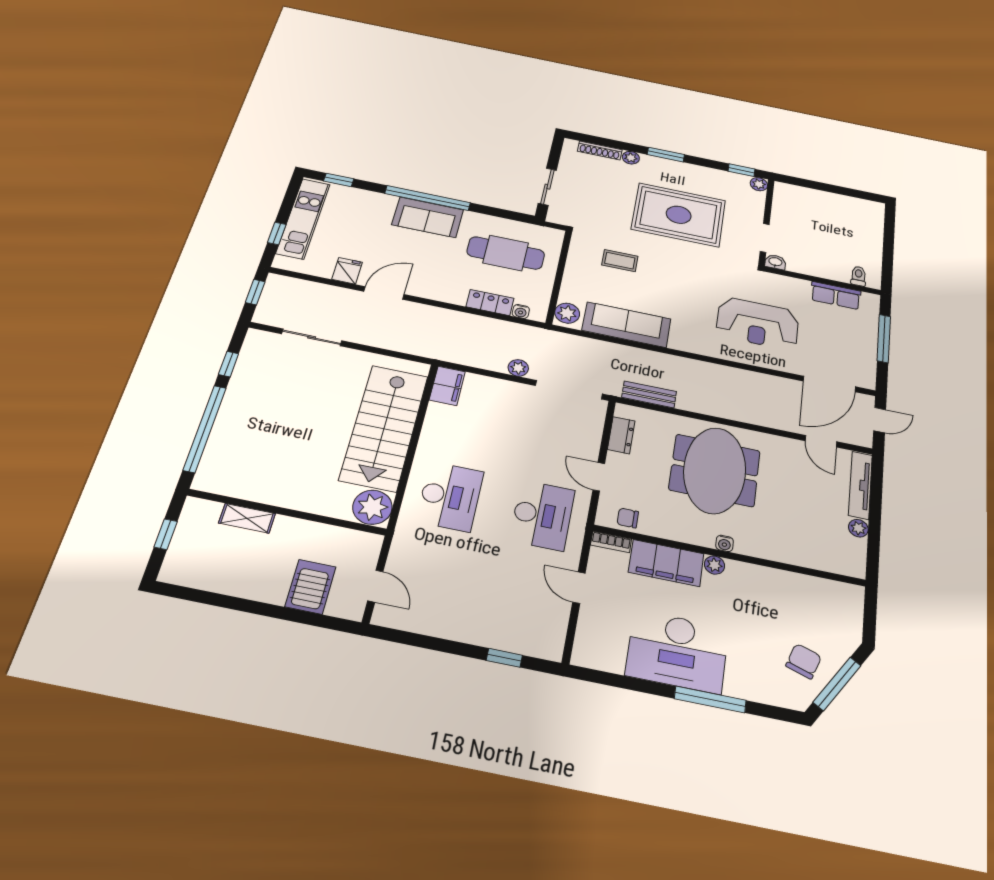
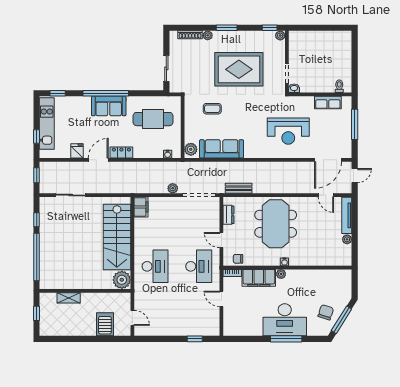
locker: (490, 303) -> (121, 152), moved
desk: (677, 651) -> (285, 320), moved

